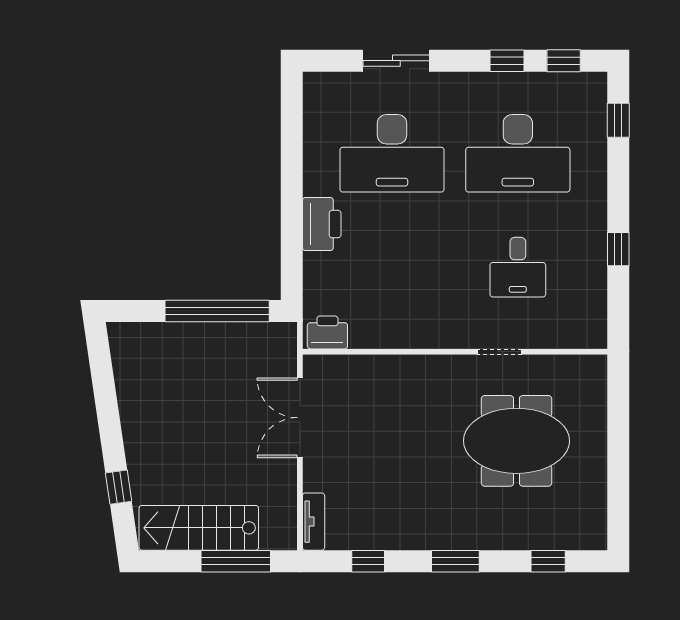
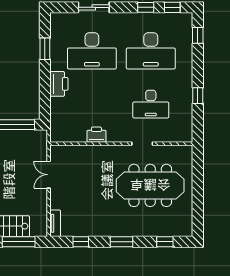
window: (292, 149) -> (45, 49), added
desk: (518, 267) -> (151, 104), width x1.37
printer: (327, 332) -> (96, 135), moved
double door: (300, 418) -> (49, 175), width x0.73
meeting table: (517, 441) -> (150, 185), width x1.36

